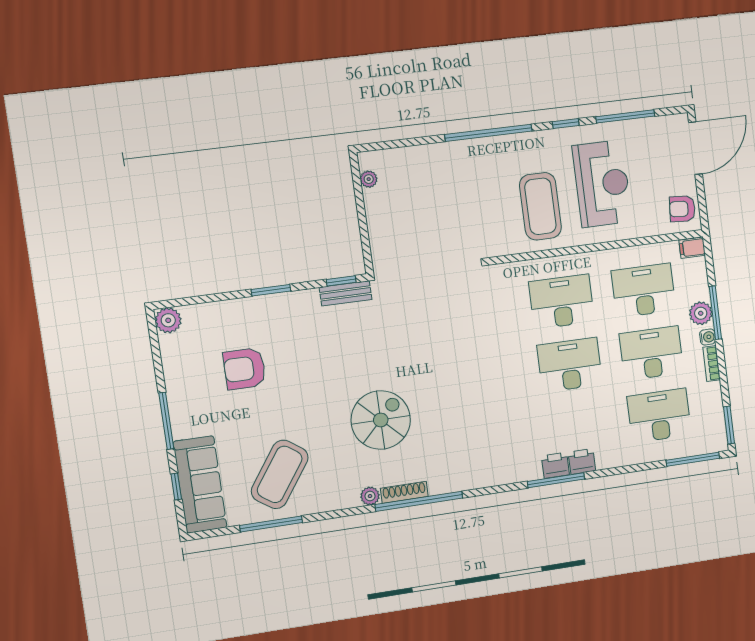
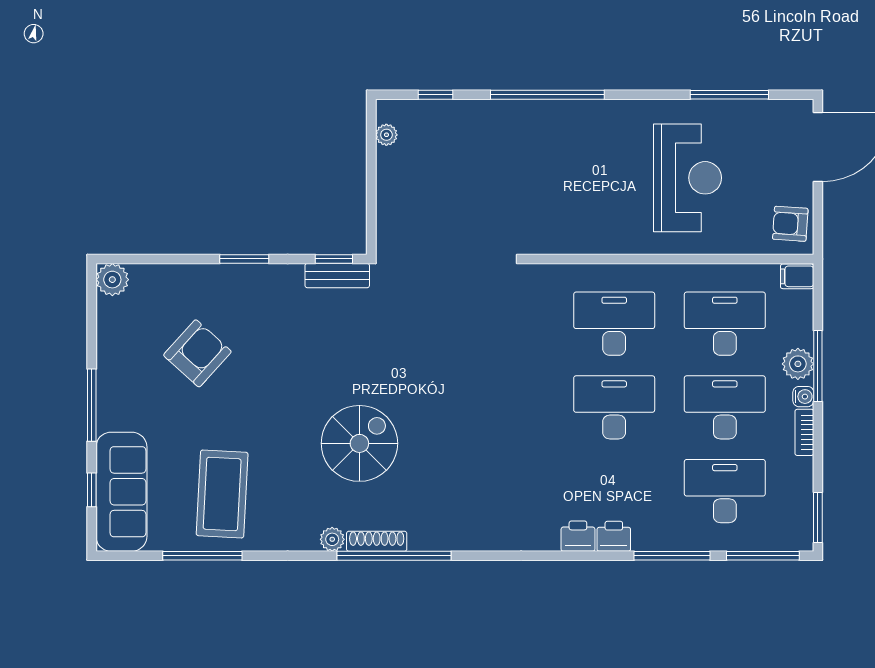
window: (566, 124) -> (435, 95), moved
coffee table: (540, 206) -> (603, 197), removed
armchair: (245, 369) -> (197, 353), turned 132
coffee table: (280, 474) -> (222, 494), turned -32
window: (556, 480) -> (672, 556), moved

